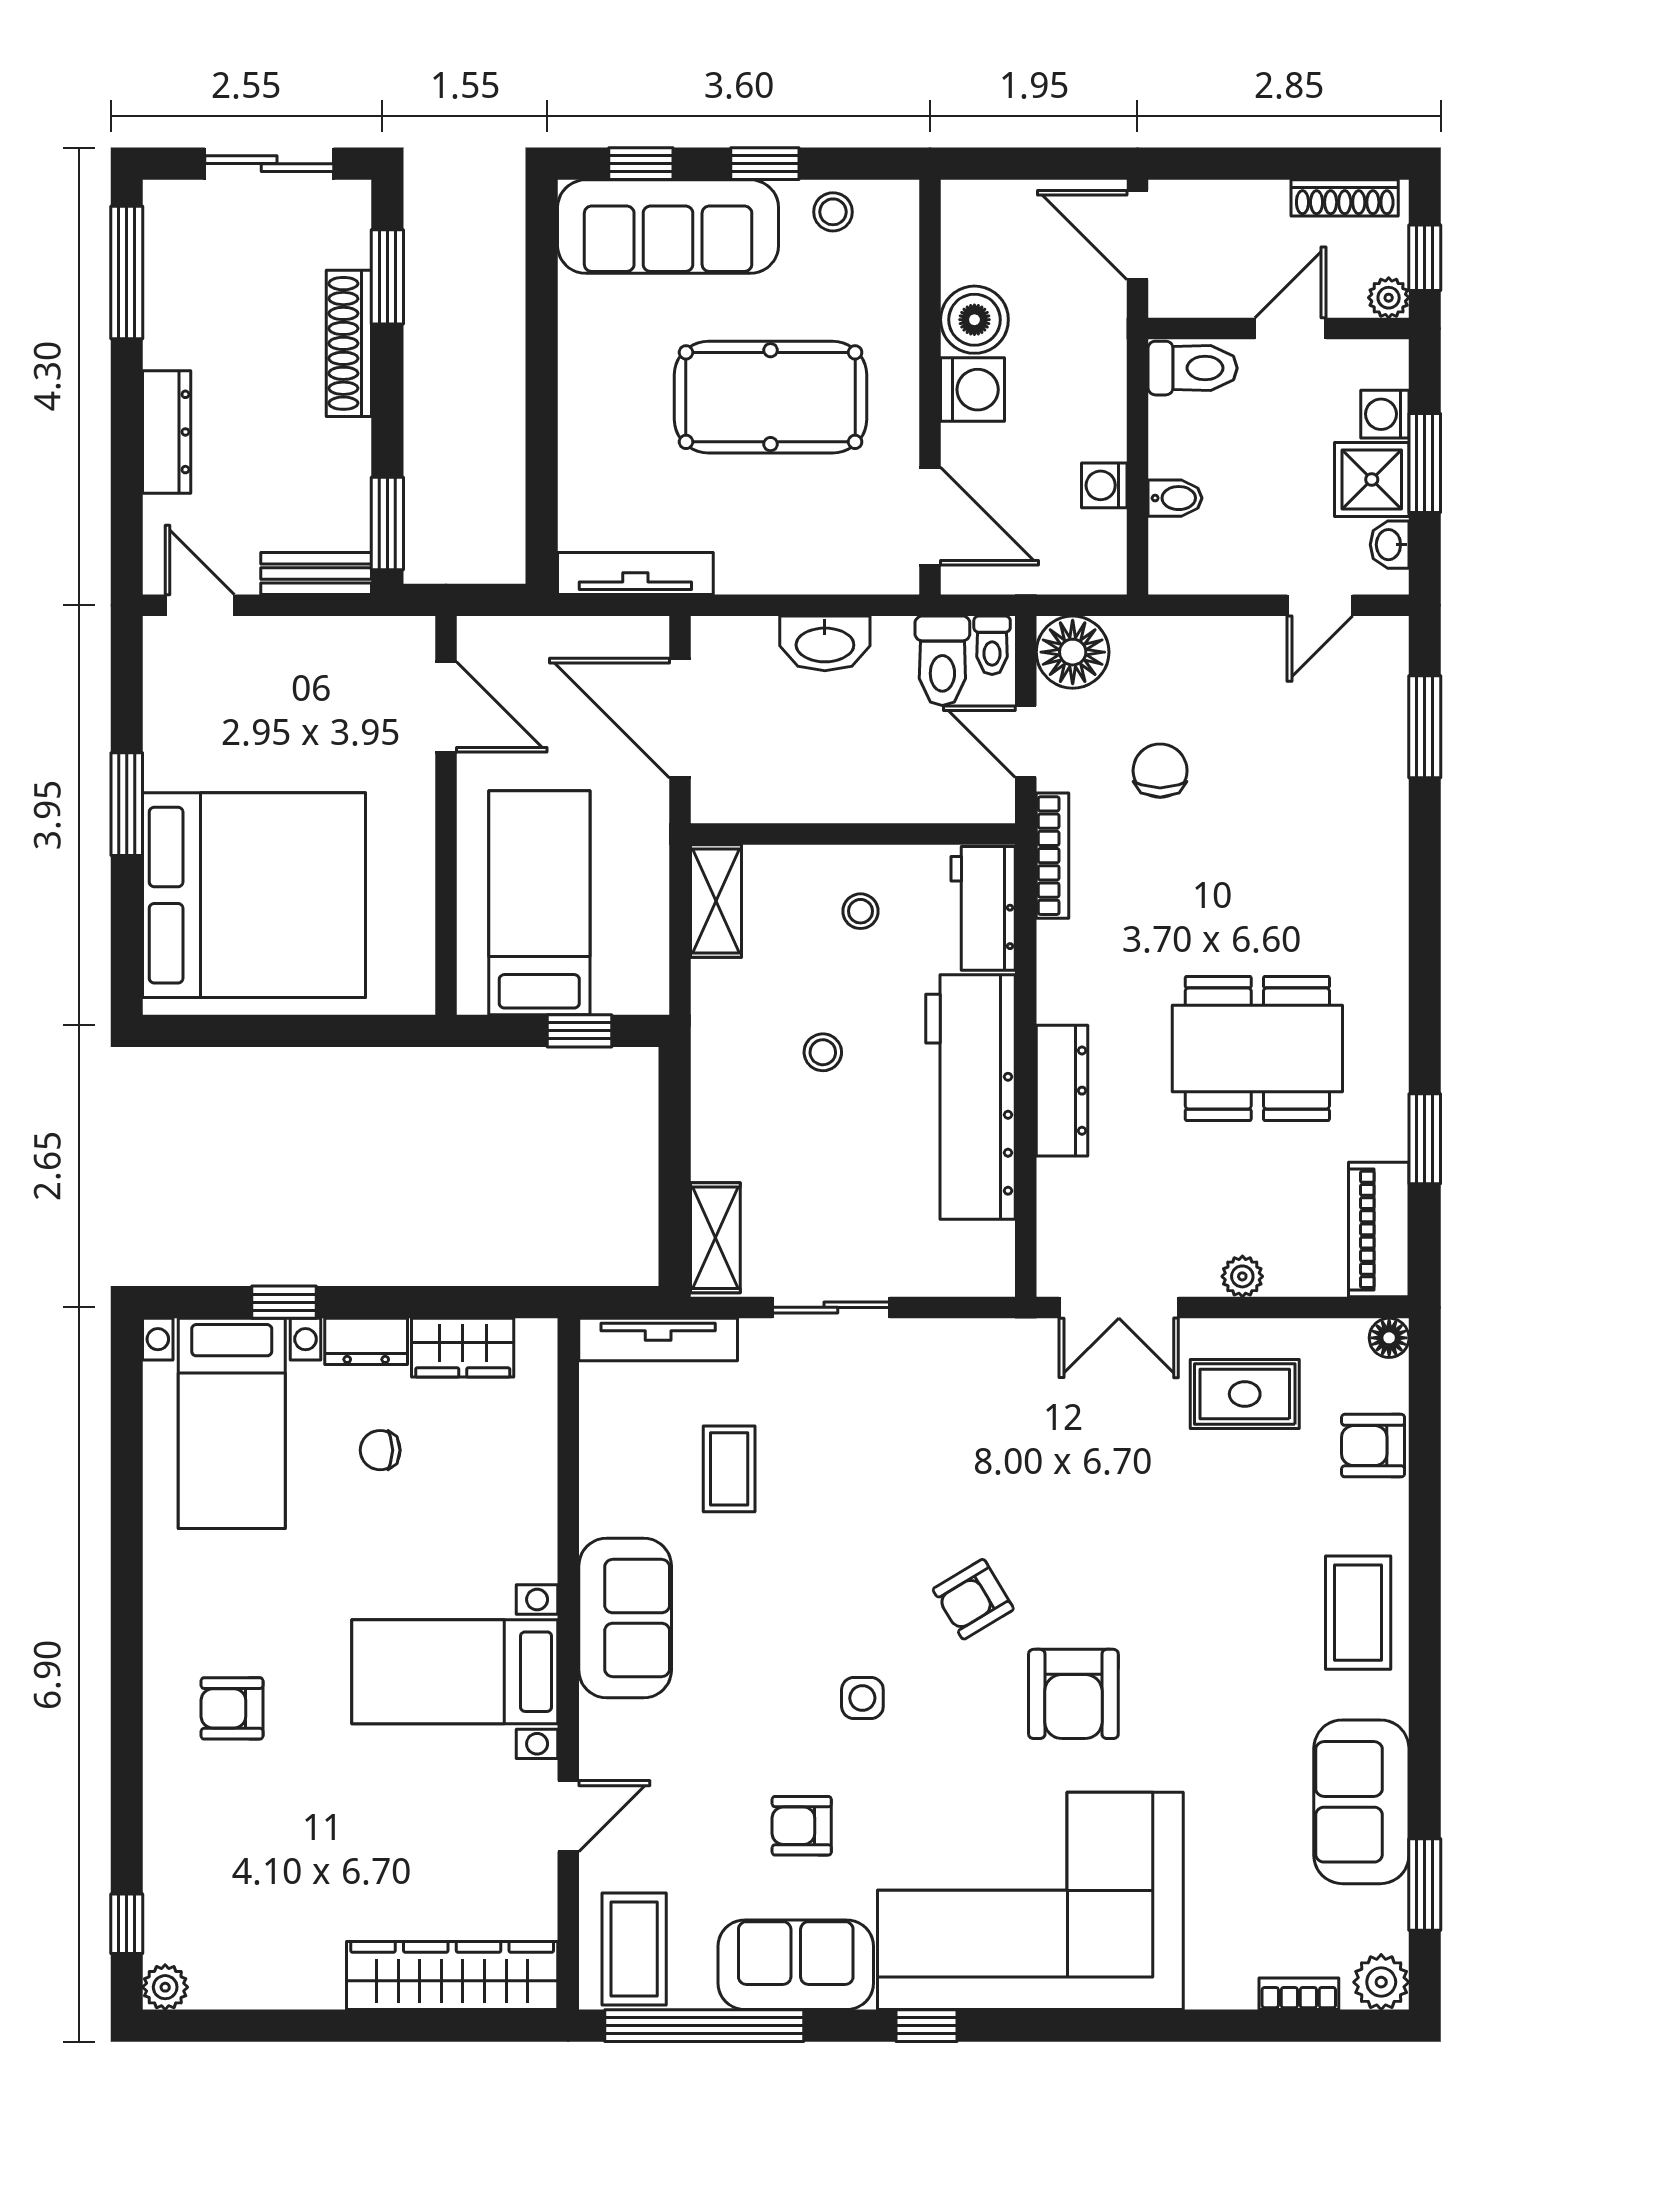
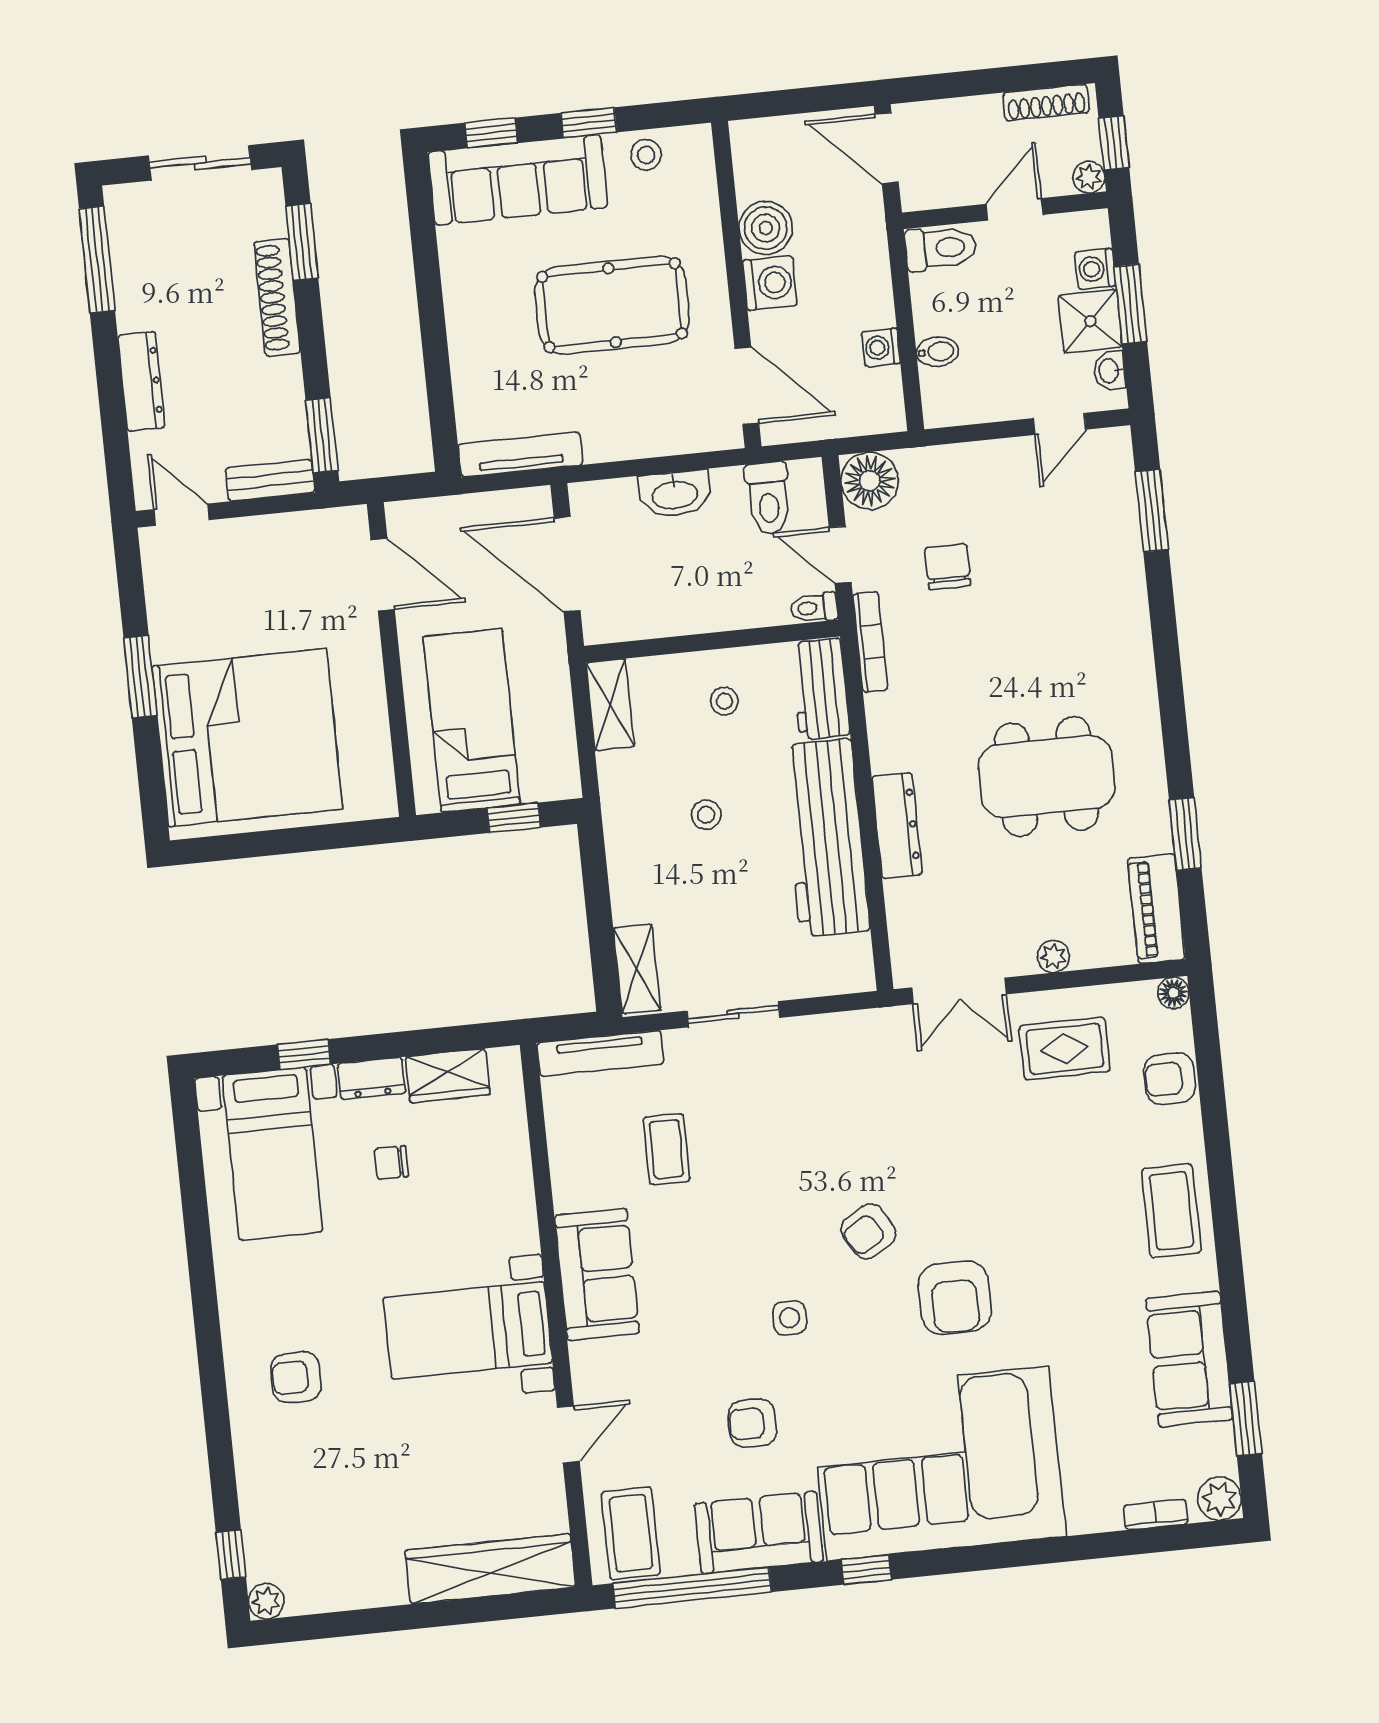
toilet: (992, 645) -> (814, 608), moved, turned 90

